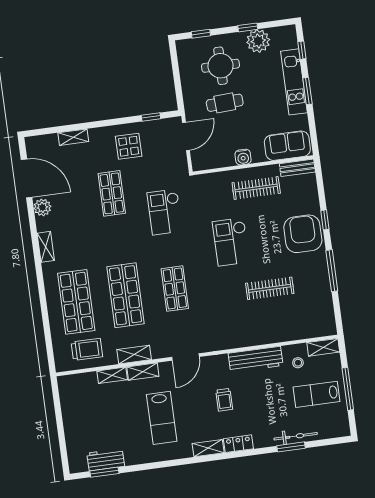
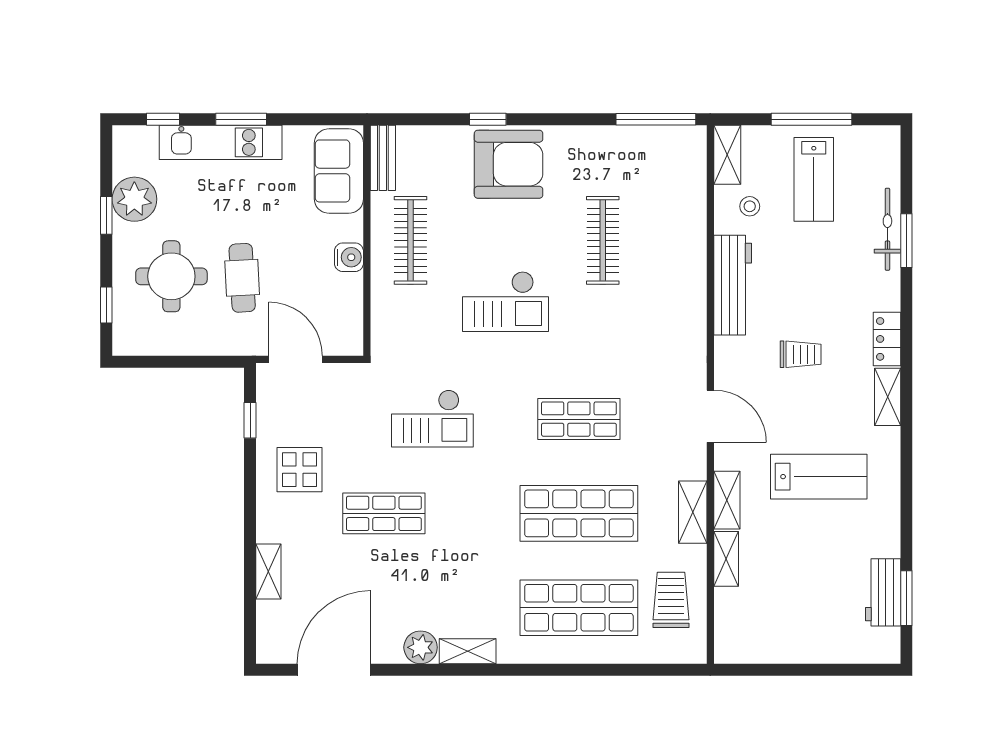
plant: (42, 207) -> (421, 647), moved
armchair: (303, 234) -> (509, 164), turned 180
window: (332, 271) -> (656, 119), moved

